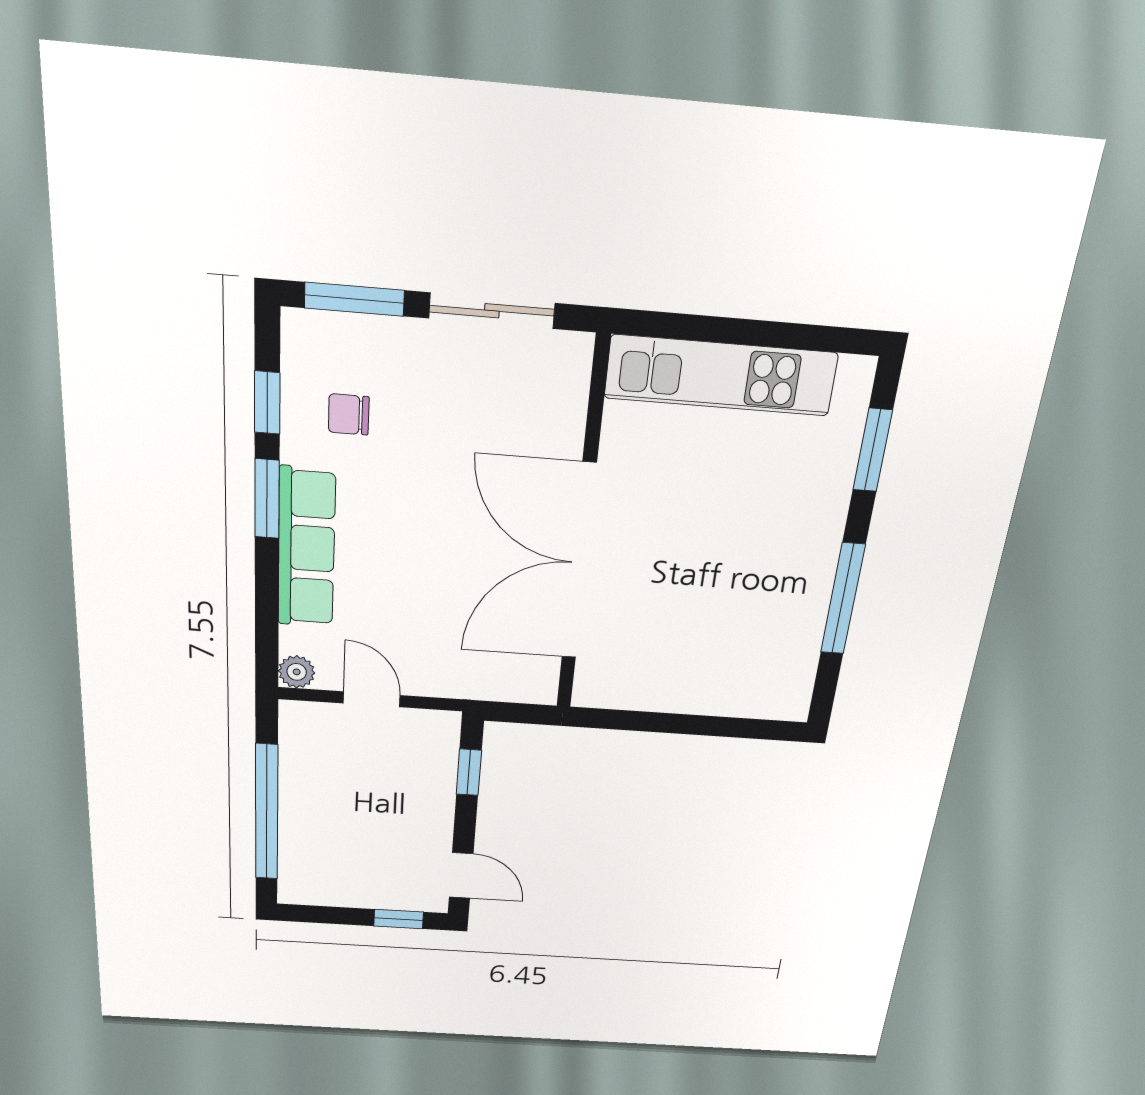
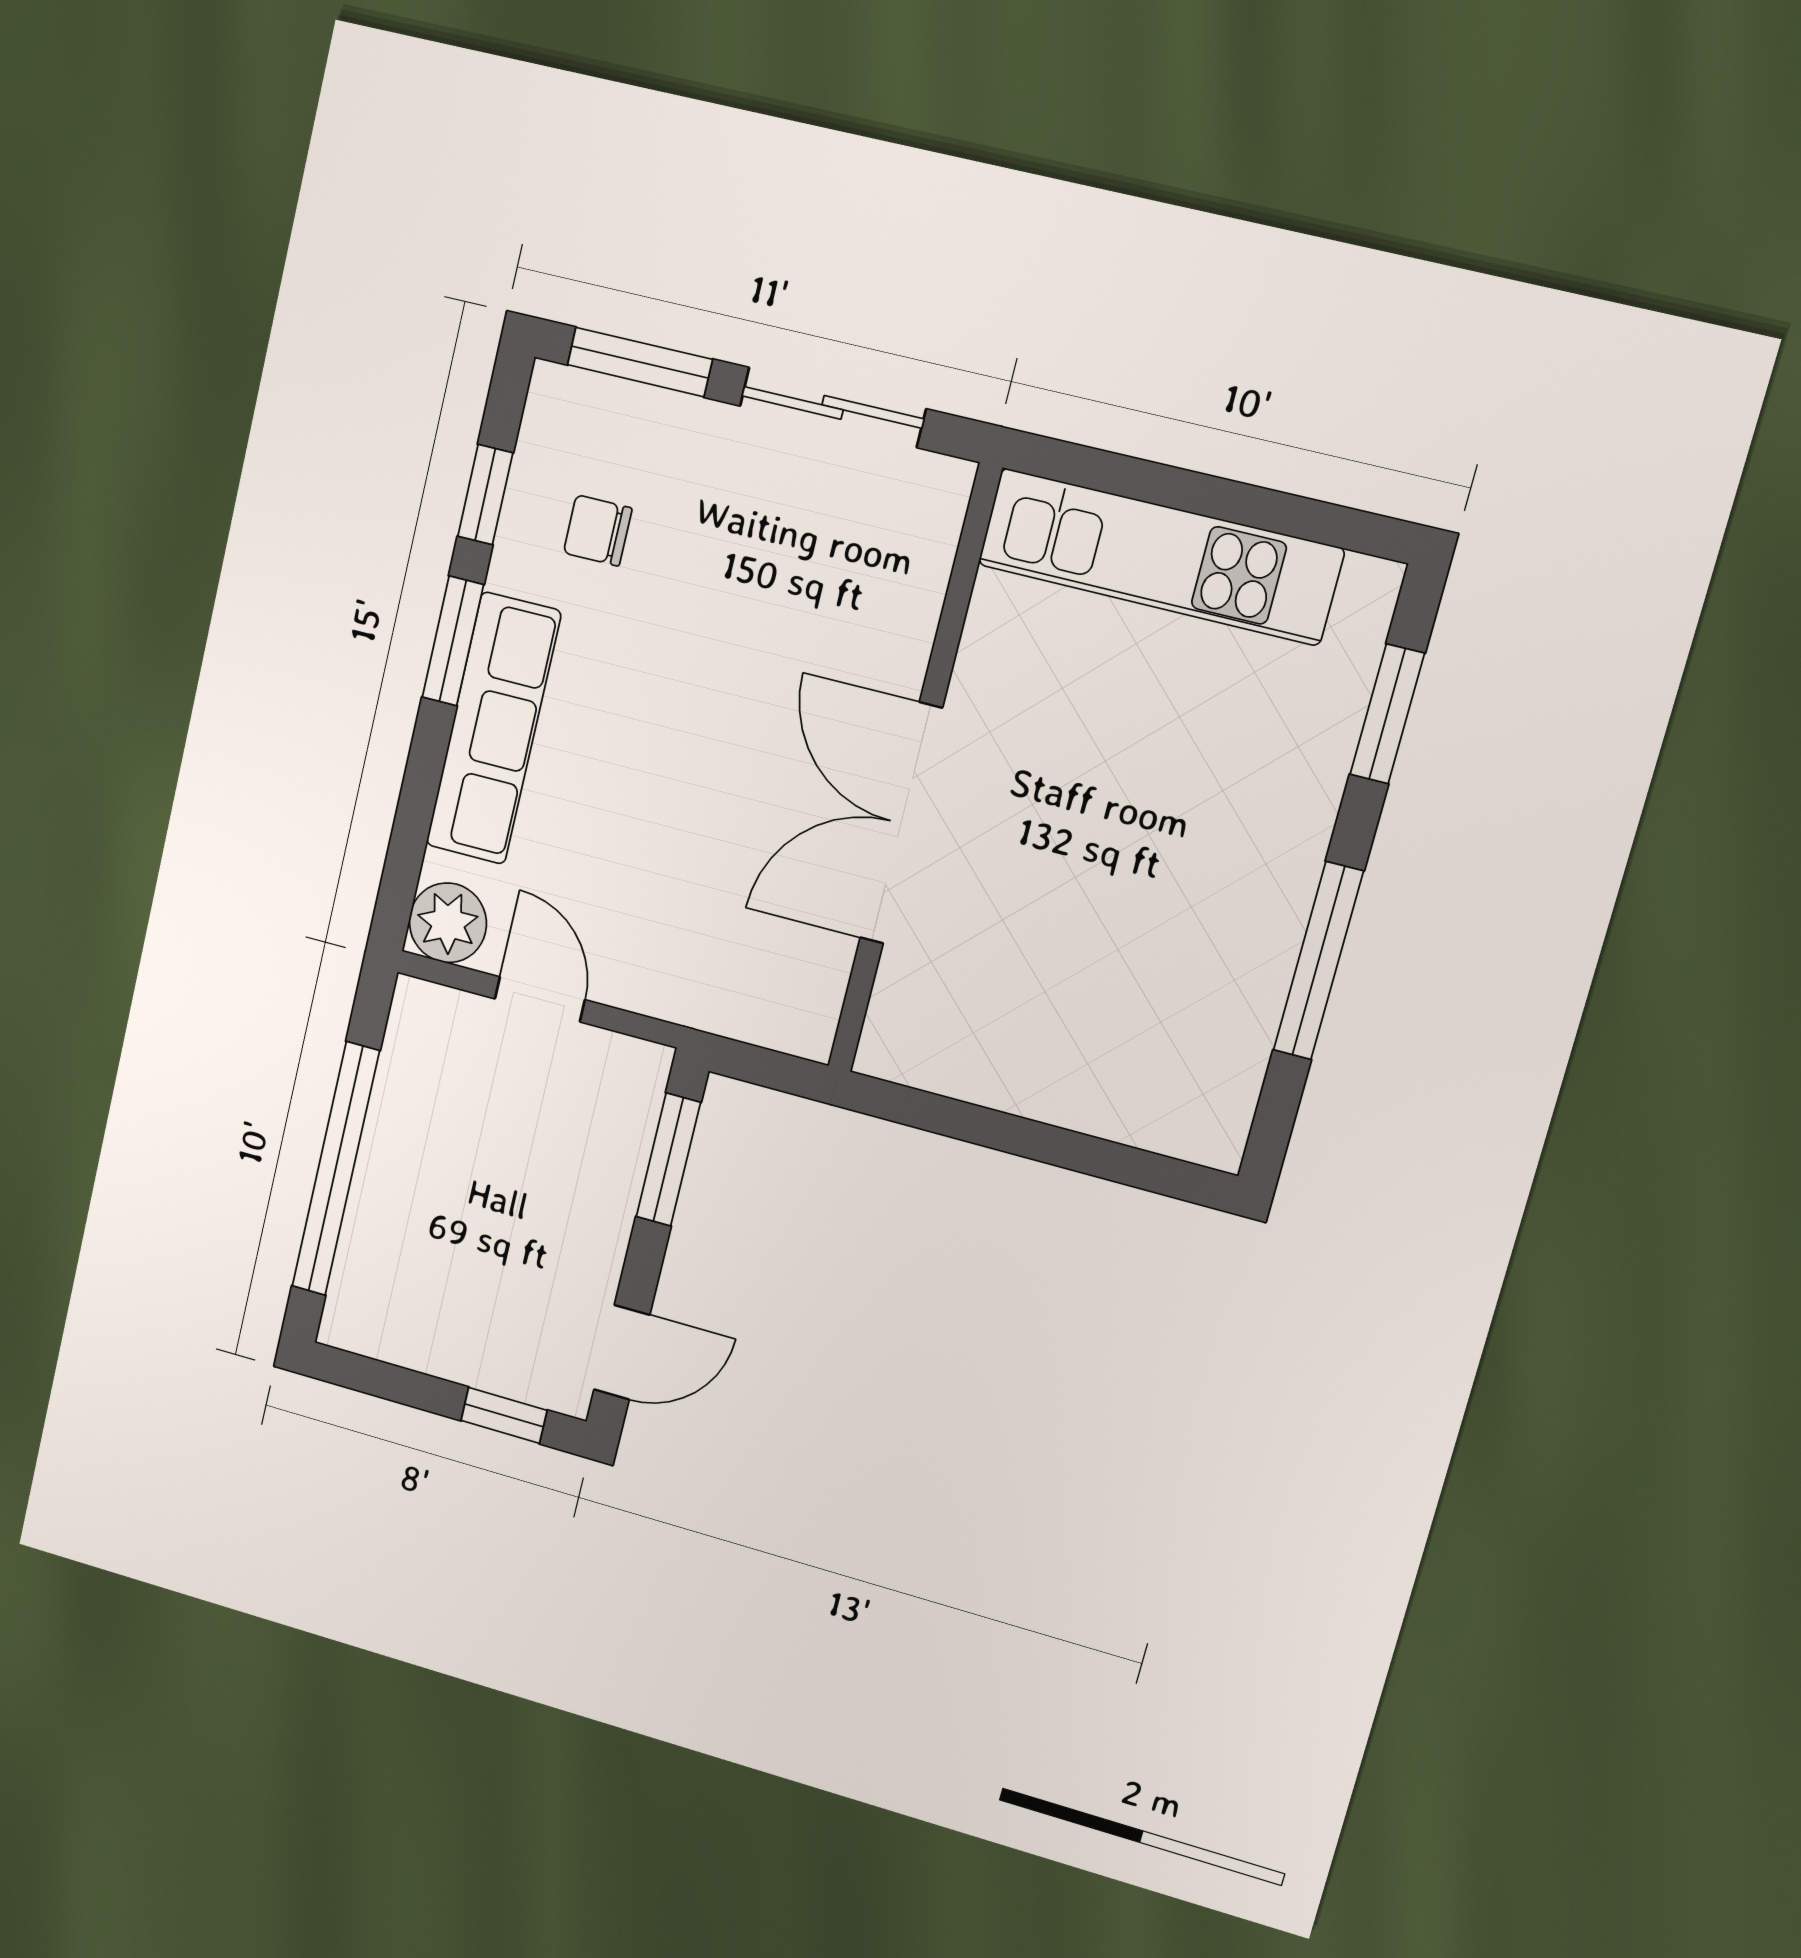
double door: (579, 563) -> (901, 823), width x0.73
plant: (297, 672) -> (448, 923), width x1.38, depth x1.38
window: (469, 772) -> (668, 1160), width x1.50
door: (461, 875) -> (622, 1352), hinge flipped

